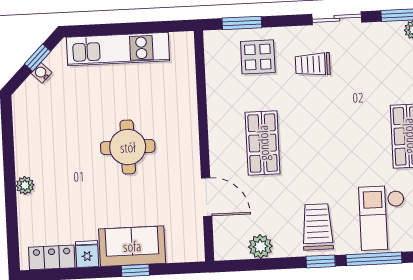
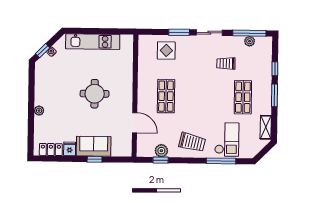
window: (242, 23) -> (179, 32), moved
window: (38, 58) -> (43, 51), moved
trolley: (313, 64) -> (226, 63), moved
checkout: (382, 218) -> (227, 140), turned 180
trolley: (317, 227) -> (192, 142), turned 103
window: (321, 261) -> (161, 160), moved

